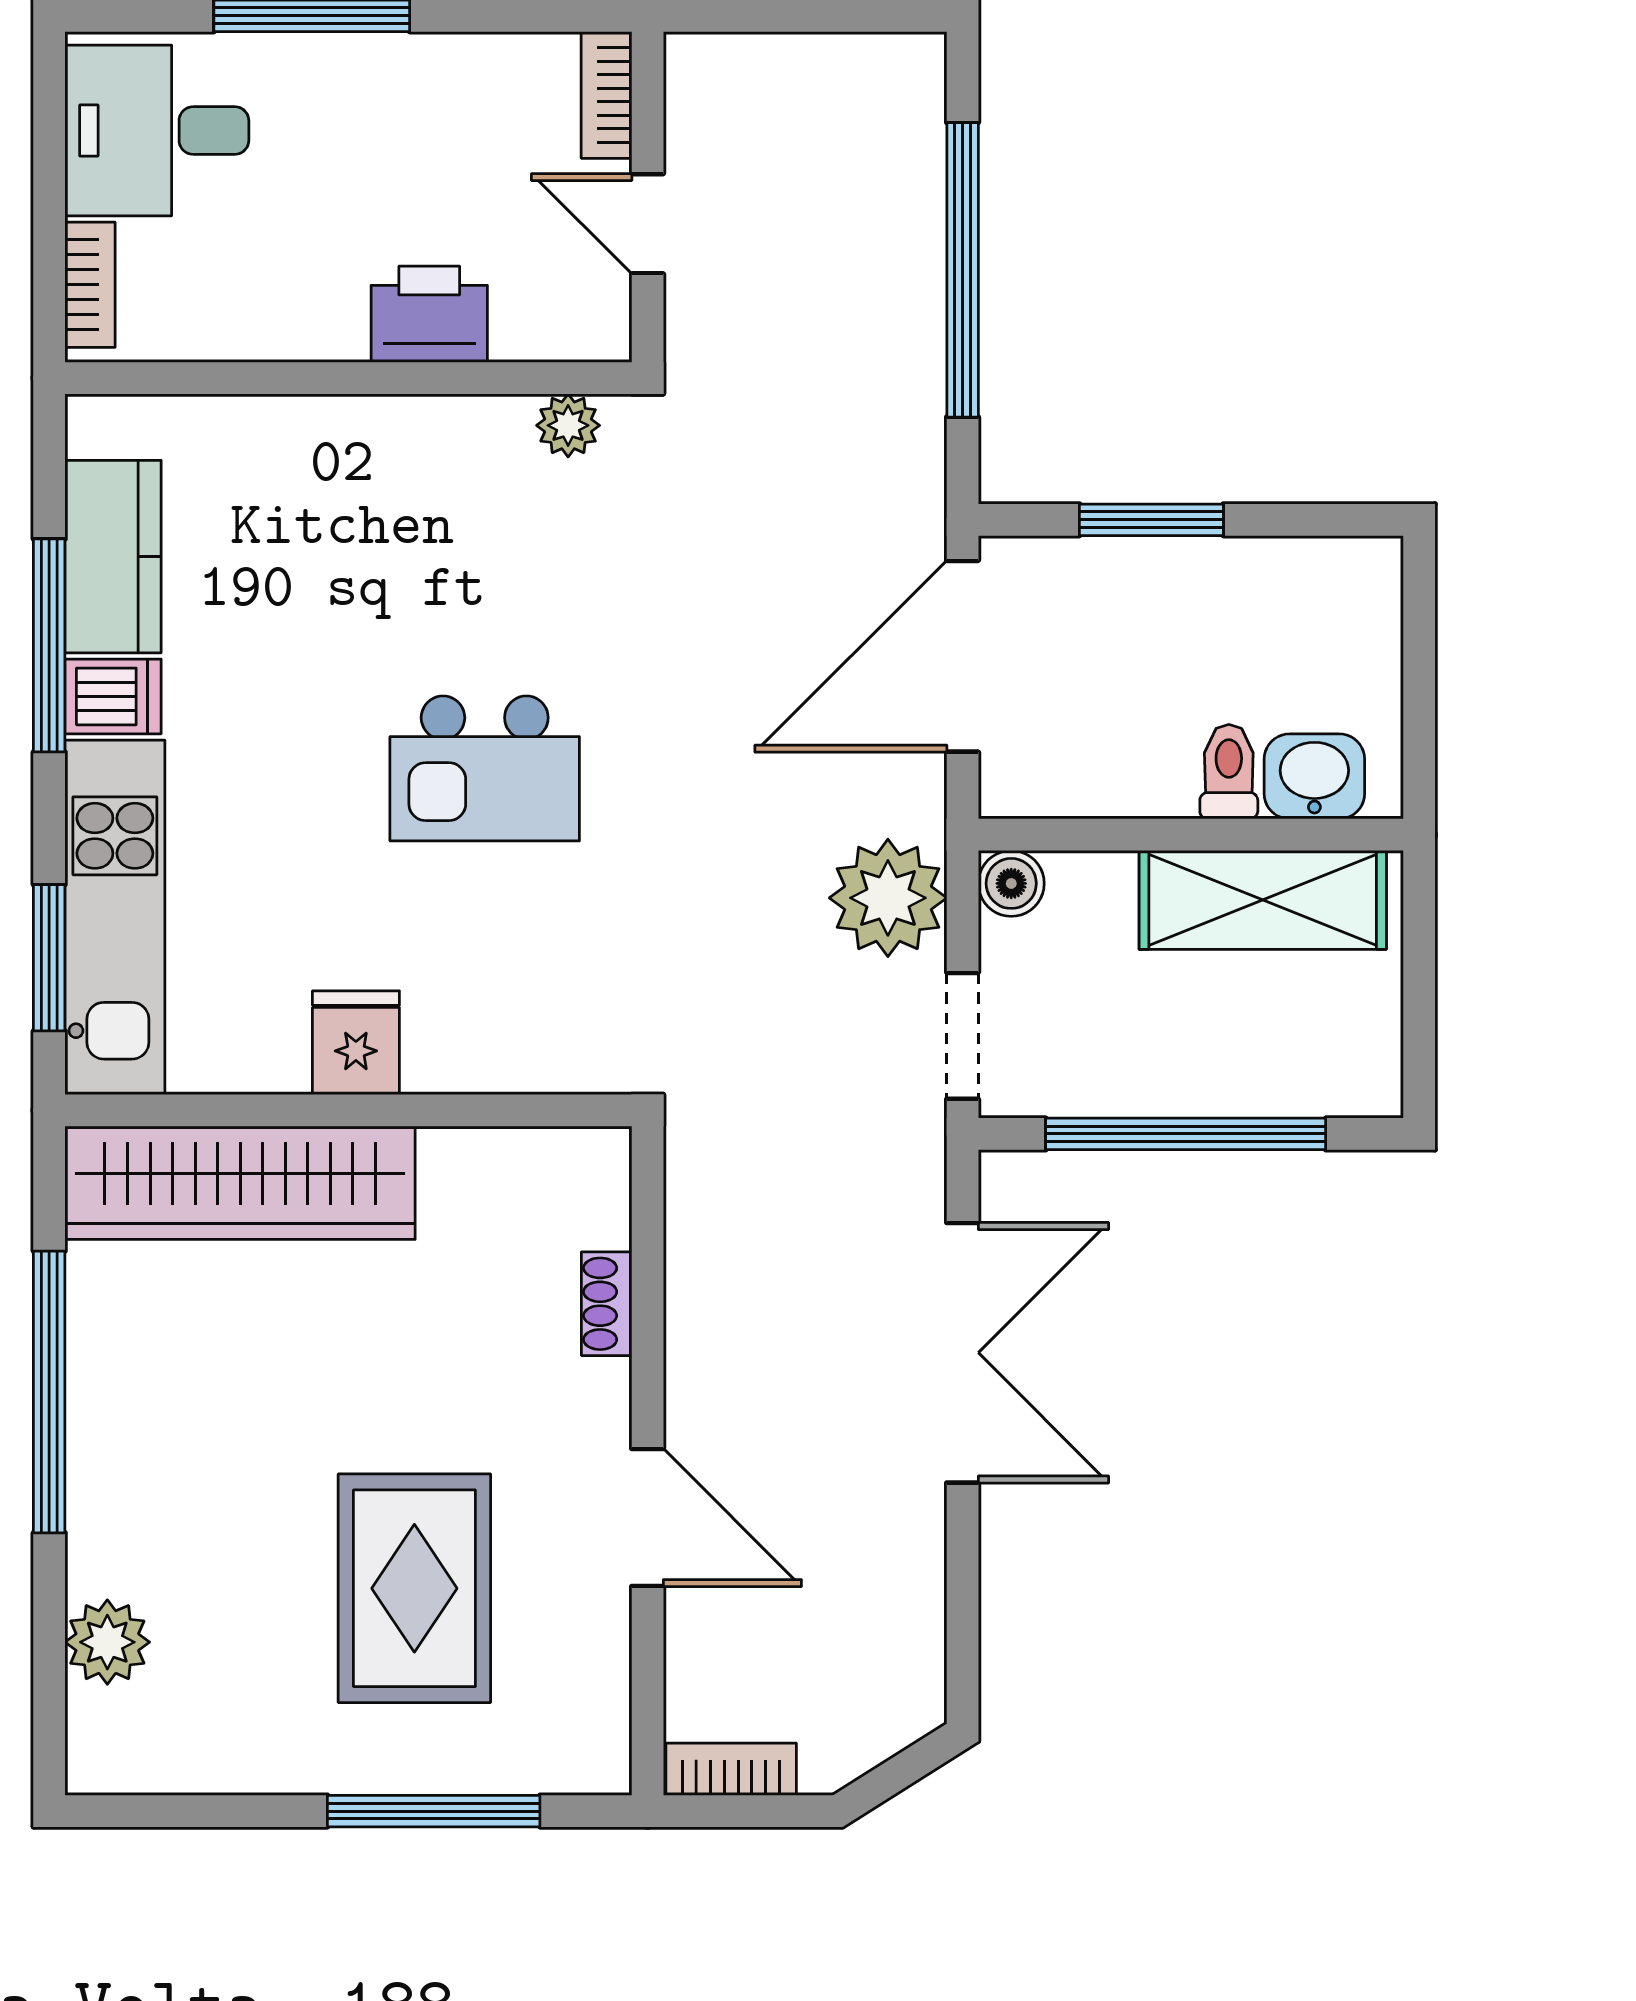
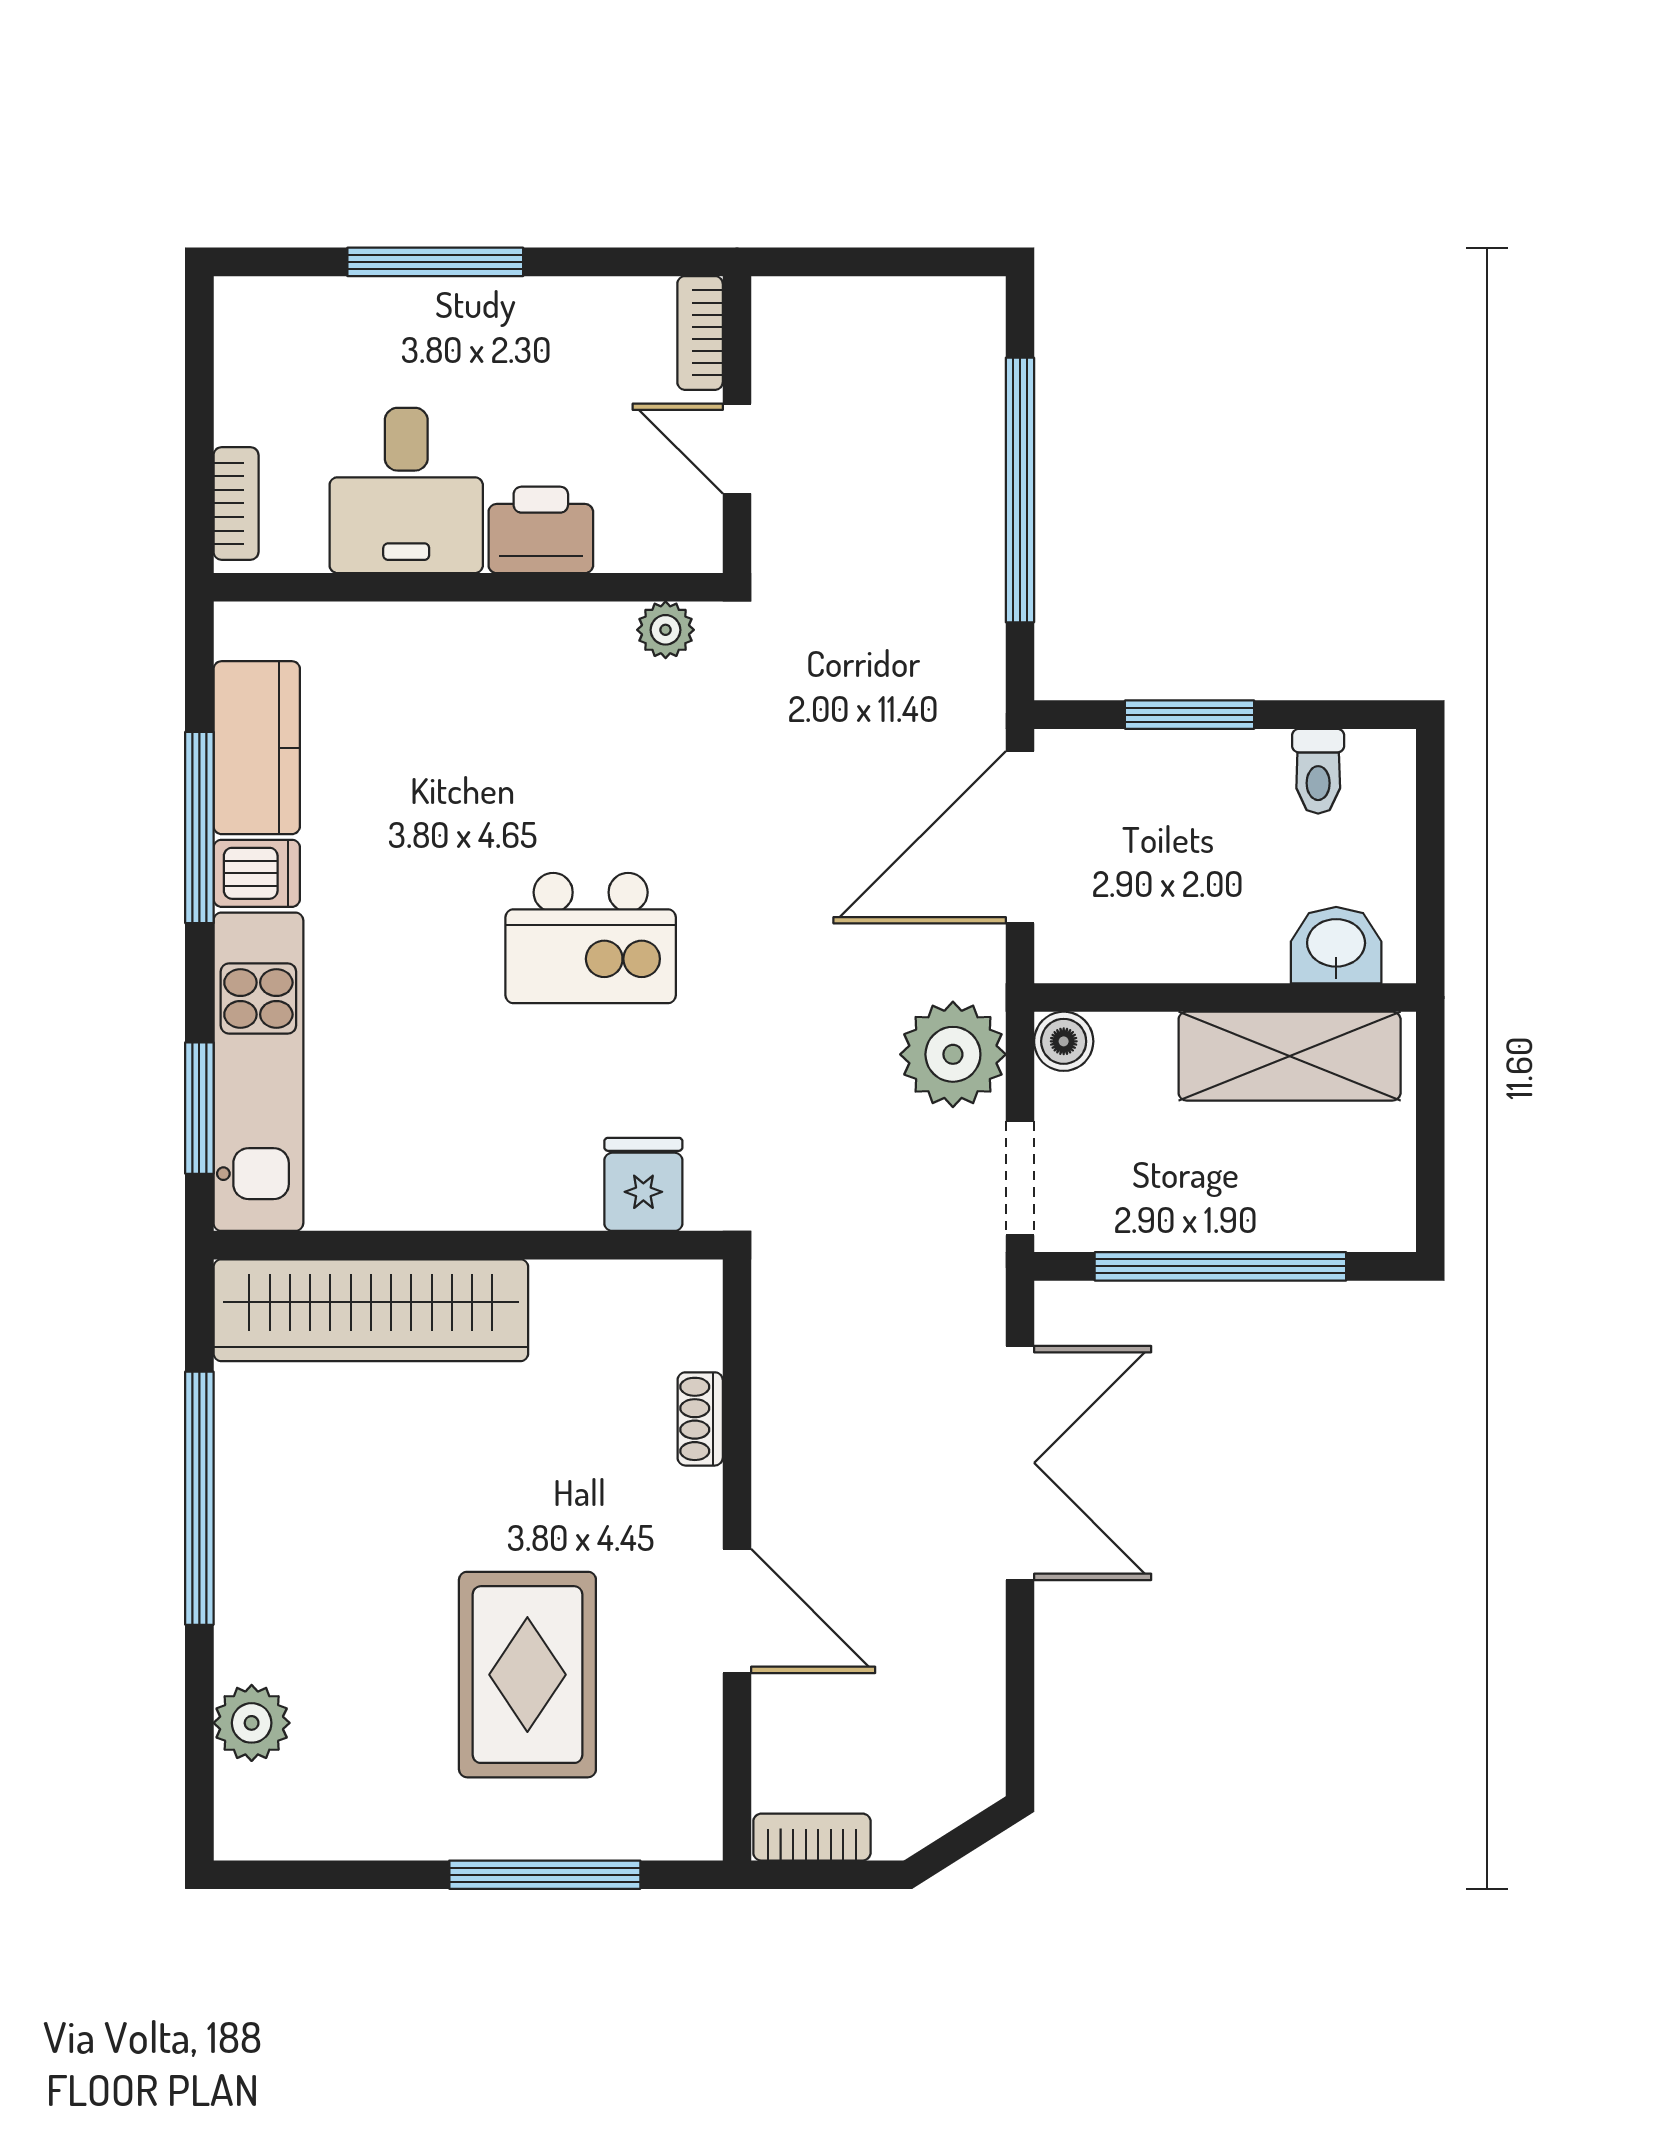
desk: (157, 130) -> (406, 490), moved, turned -90
toilet: (1229, 772) -> (1318, 771), moved, turned 180
fridge: (356, 1043) -> (643, 1184), moved

